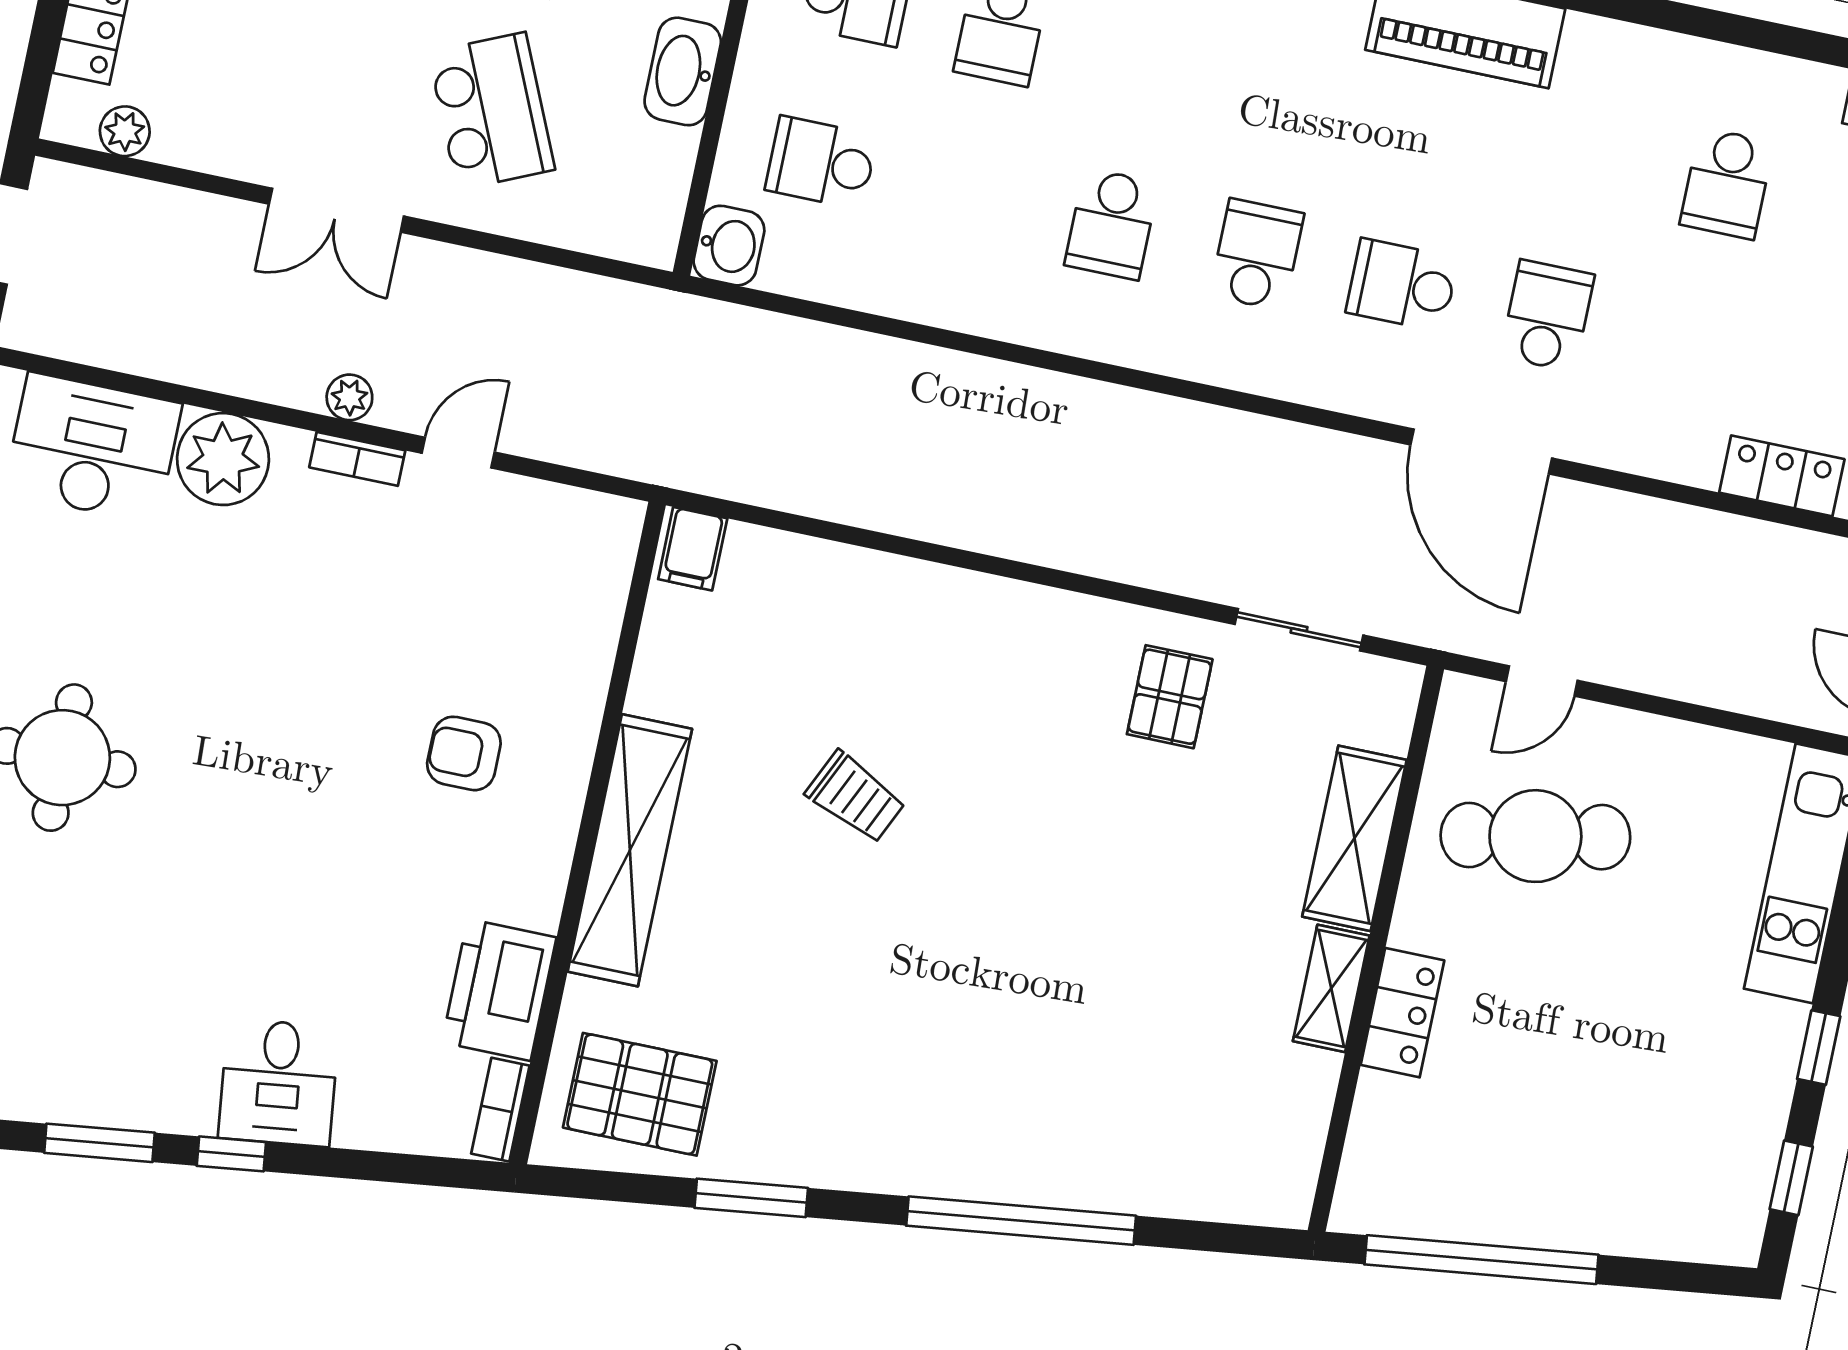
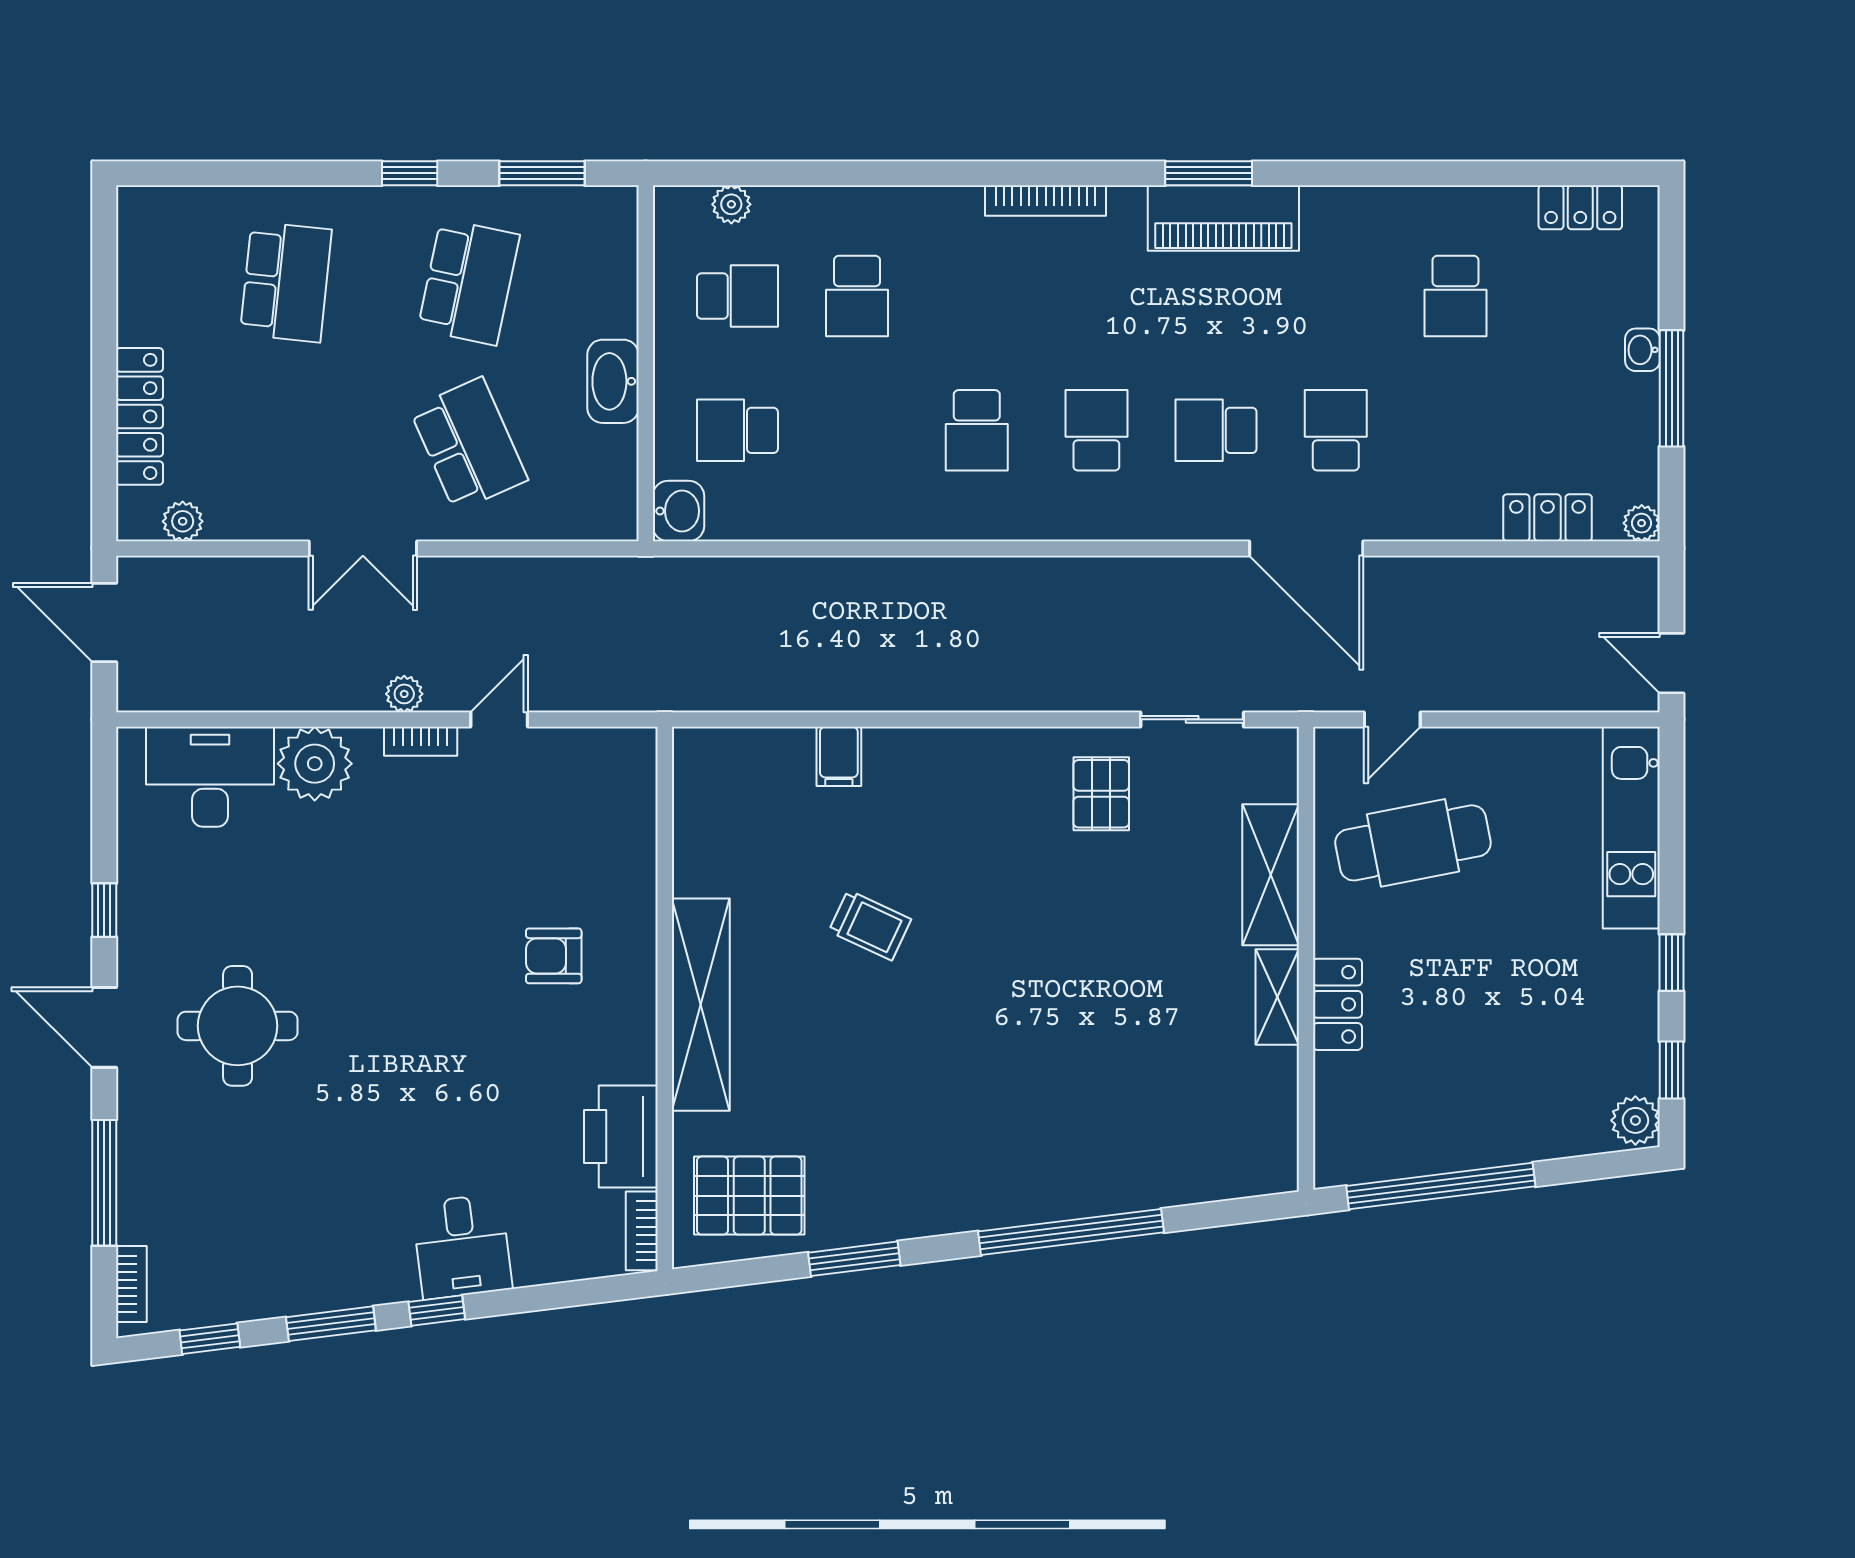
filing cabinet: (693, 549) -> (839, 756), moved
plant: (1734, 1230) -> (1635, 1120), added

